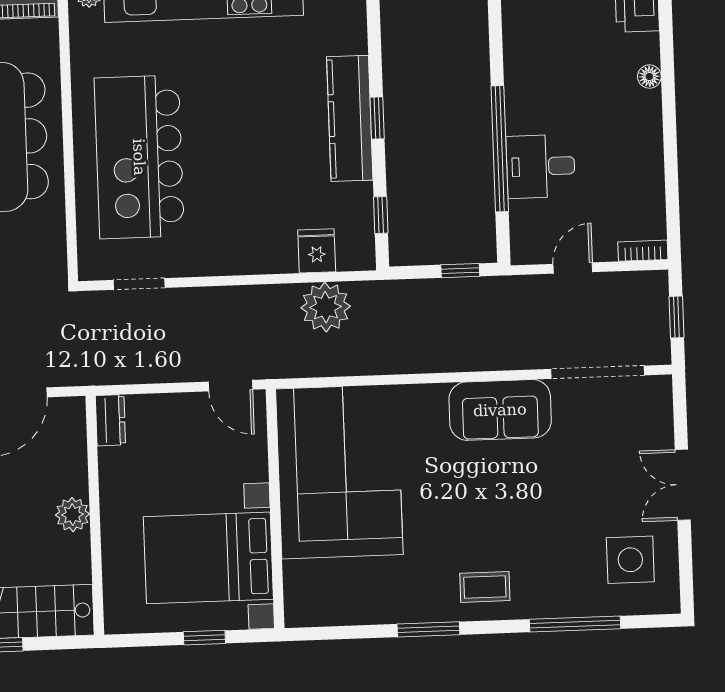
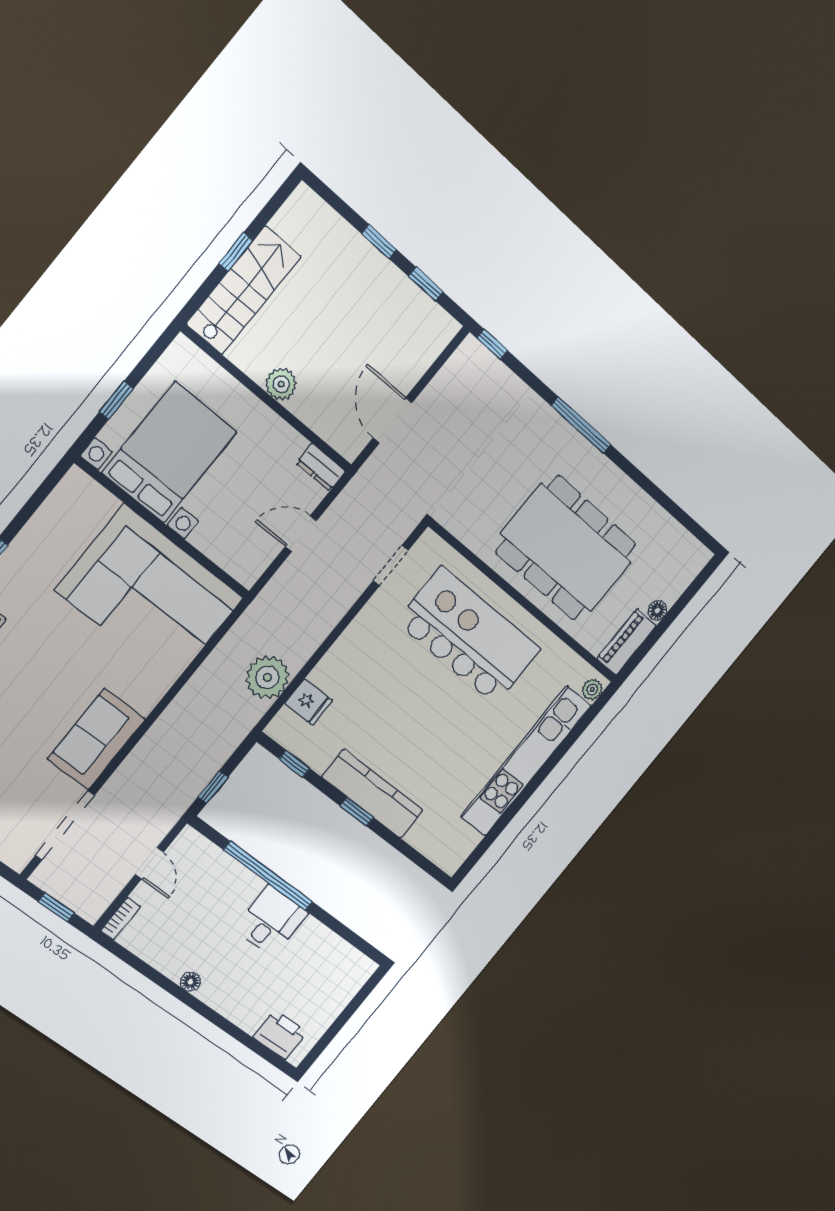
floor lamp: (649, 77) -> (190, 982), moved
desk: (541, 166) -> (271, 921), moved
door: (230, 386) -> (301, 534), moved

